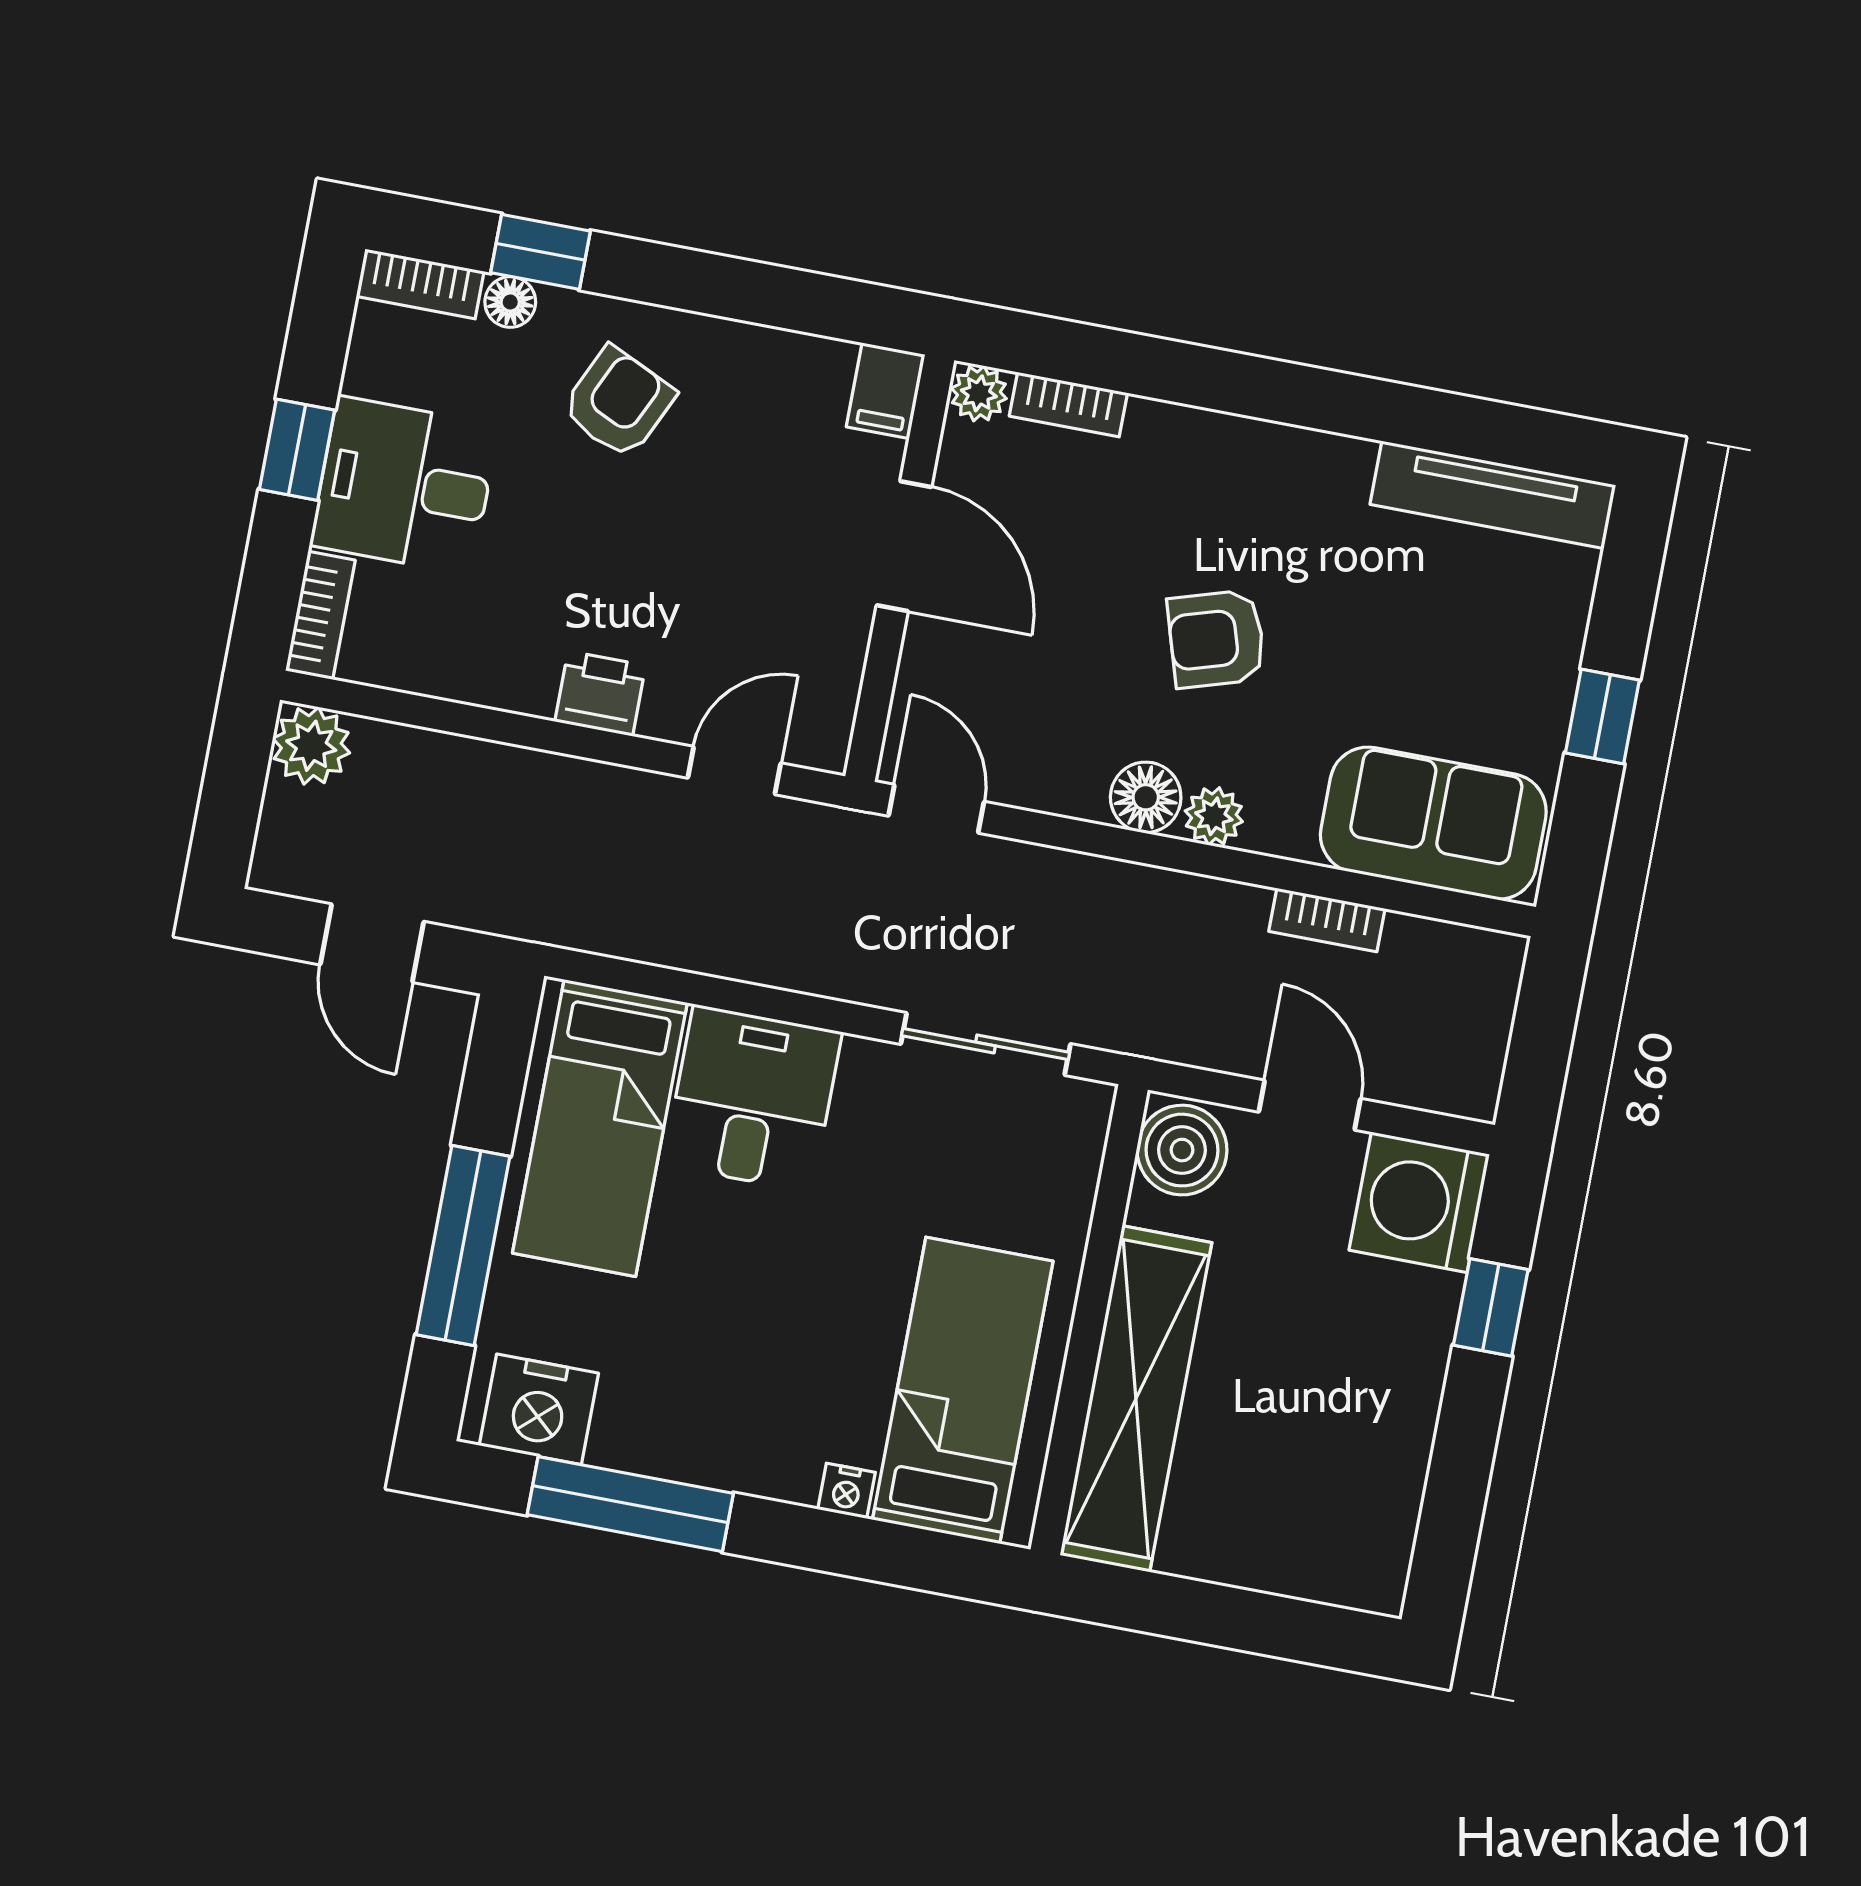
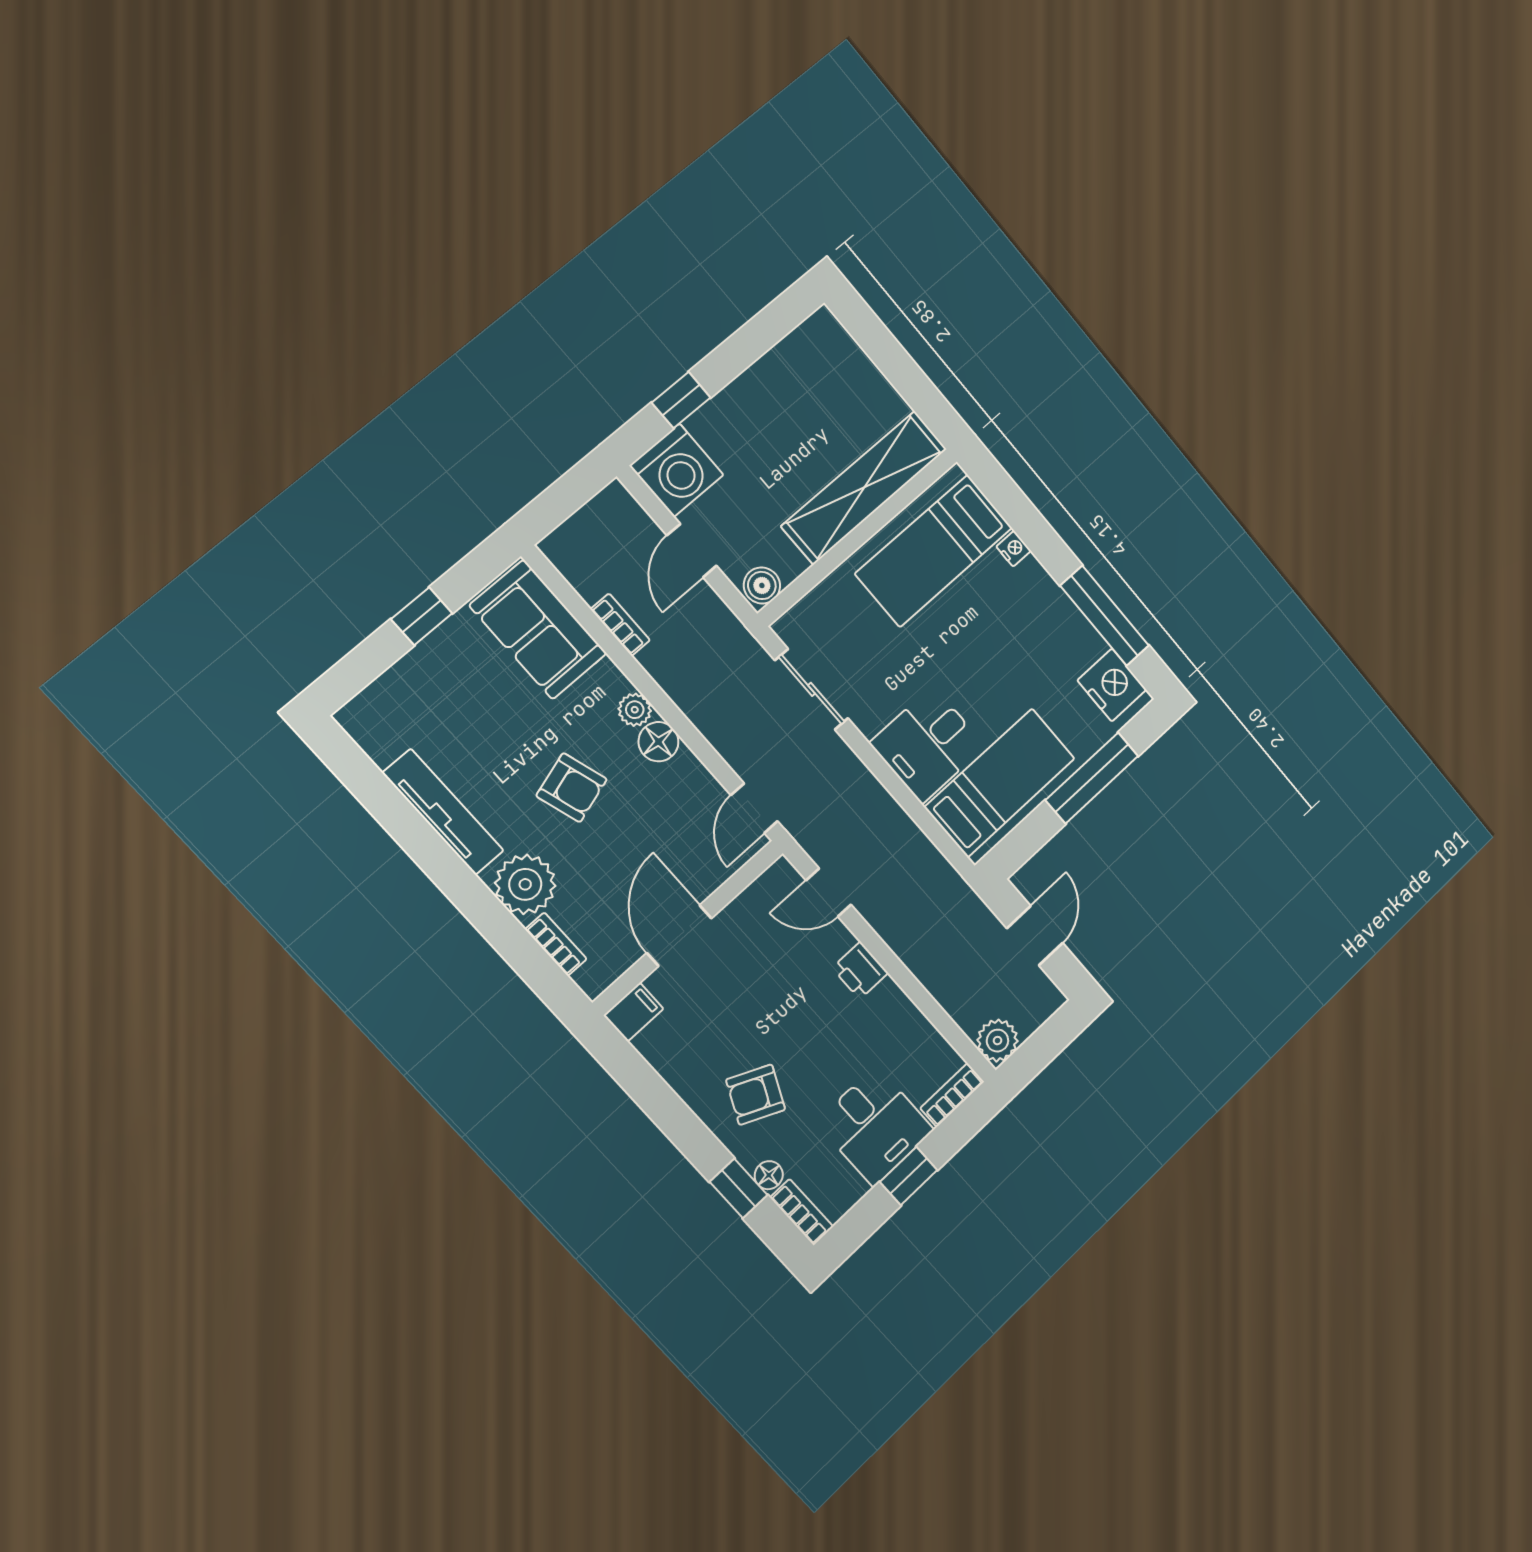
plant: (979, 393) -> (525, 884), moved, width x1.88, depth x1.88
tv unit: (1493, 495) -> (443, 812), moved
boiler: (1182, 1150) -> (762, 585), width x0.73, depth x0.73

